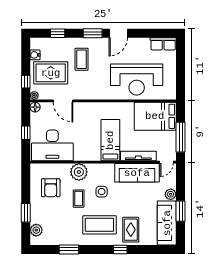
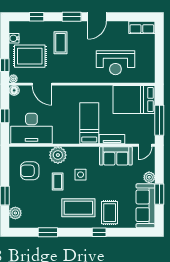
reception desk: (137, 79) -> (115, 63), width x0.74, depth x0.77
tv unit: (138, 156) -> (112, 139), width x0.71
sofa: (137, 173) -> (116, 156), width x0.73
armchair: (51, 188) -> (30, 171), turned 90

